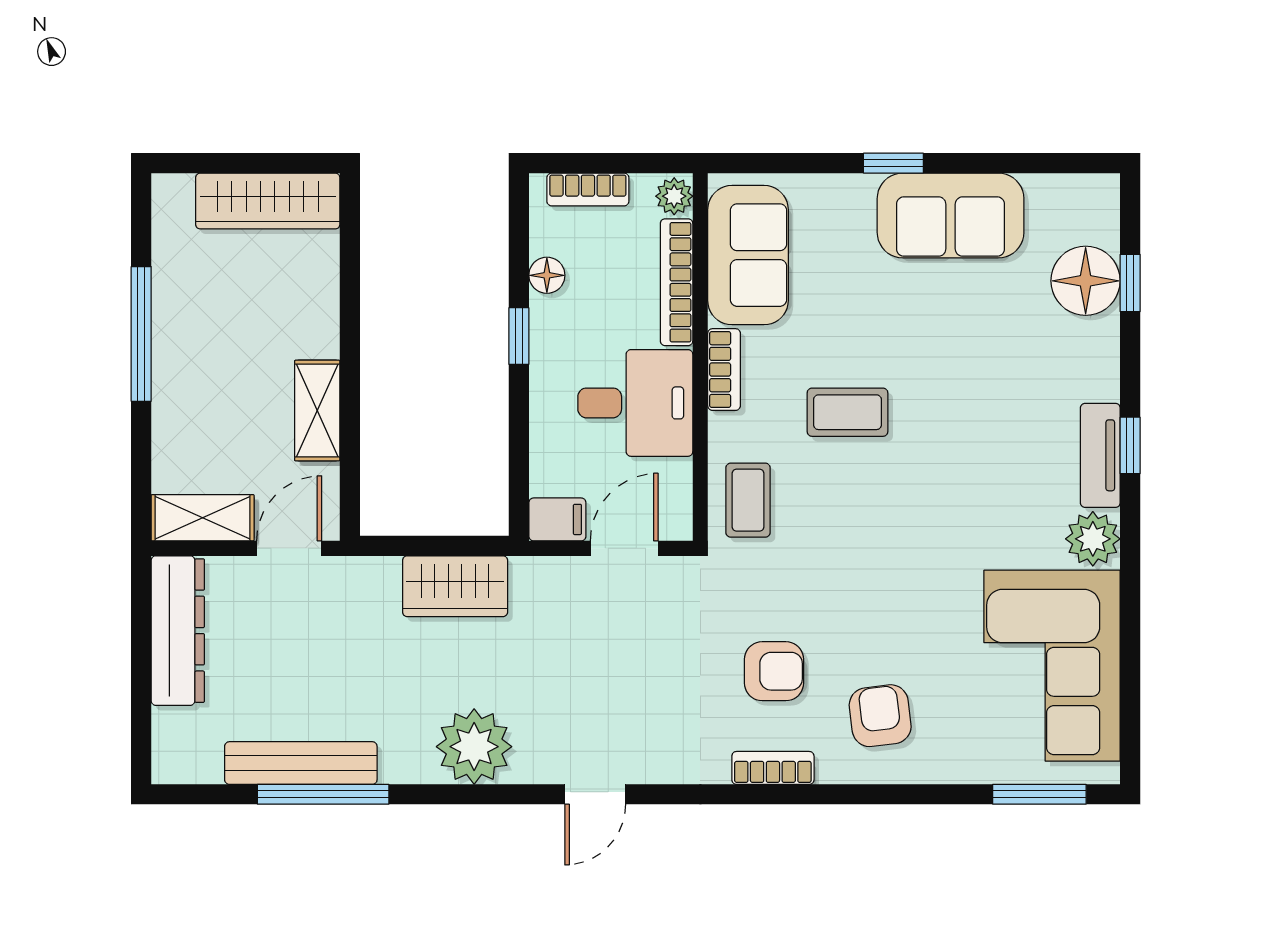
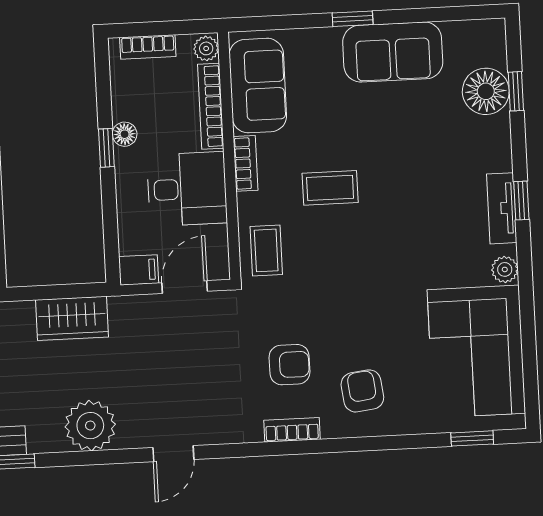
floor lamp: (547, 275) -> (125, 134), moved
plant: (1093, 539) -> (505, 269), width x0.73, depth x0.73
window: (1039, 794) -> (472, 438), width x0.67

